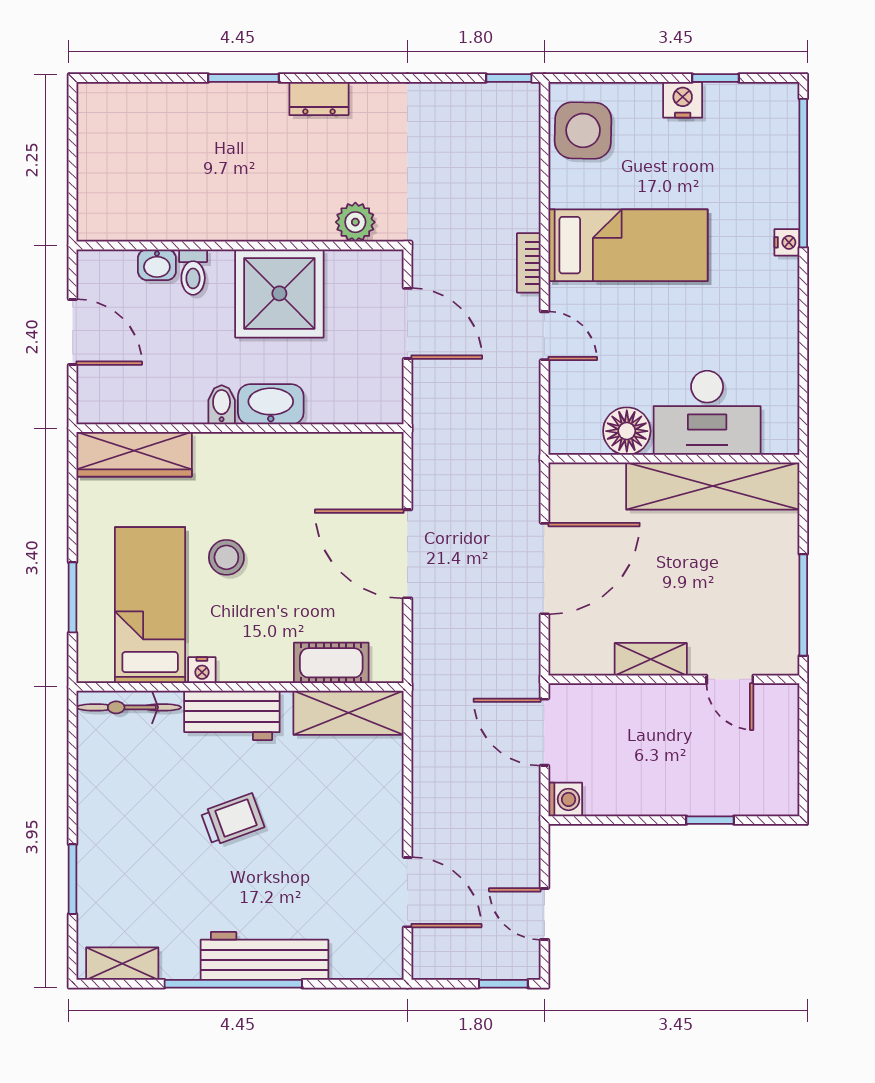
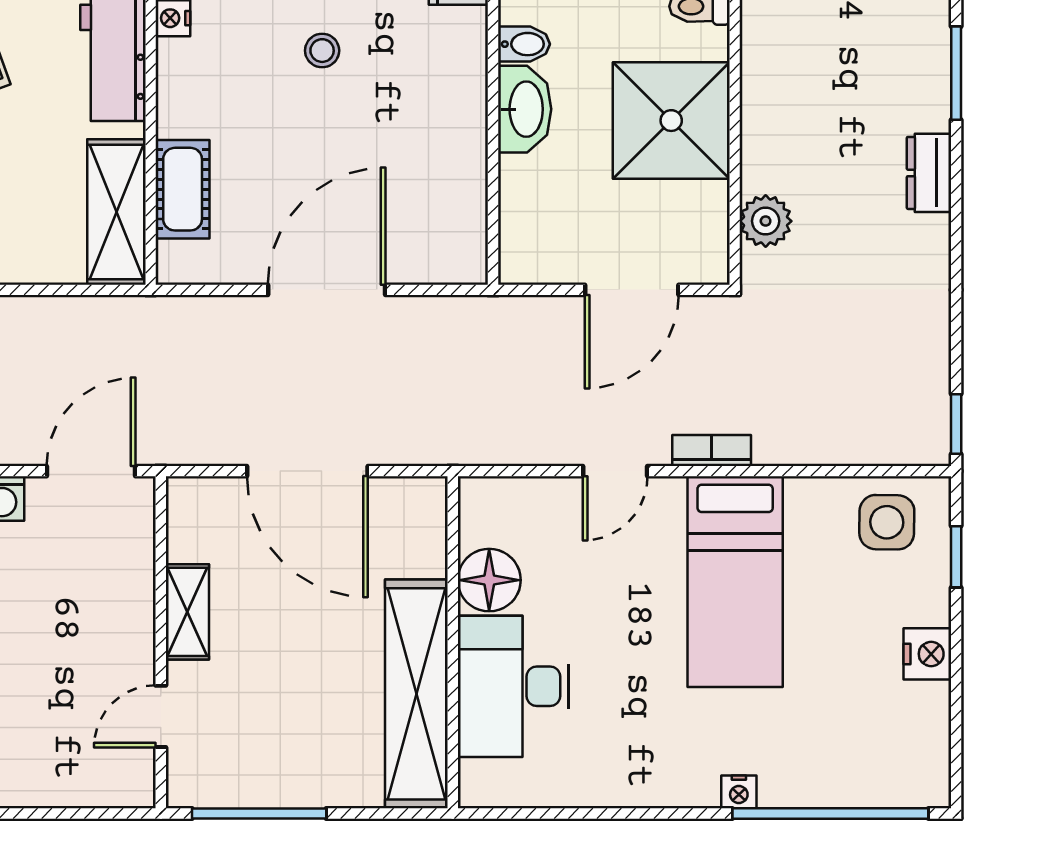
window: (716, 78) -> (956, 557), moved
side table: (583, 130) -> (887, 522), width x0.73, depth x0.73
stool: (226, 557) -> (322, 51), width x0.73, depth x0.73

